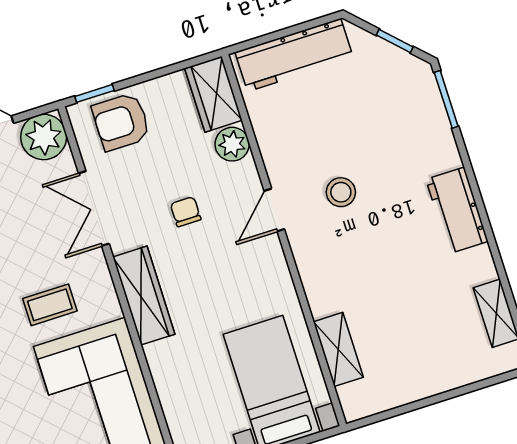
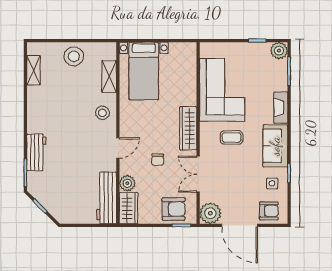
workbench: (294, 55) -> (107, 198), moved, turned -90
stool: (341, 192) -> (102, 113), moved
double door: (94, 209) -> (198, 174), swing flipped
workbench: (457, 210) -> (36, 152), moved
stool: (423, 368) -> (74, 56), added

